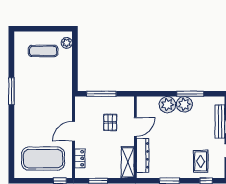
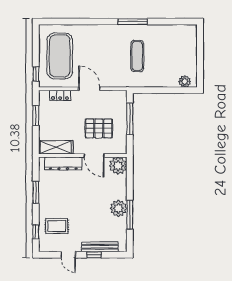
exercise mat: (43, 51) -> (137, 56), moved
plant: (167, 105) -> (118, 166), moved
pallet: (110, 122) -> (99, 128), width x1.50, depth x1.42

